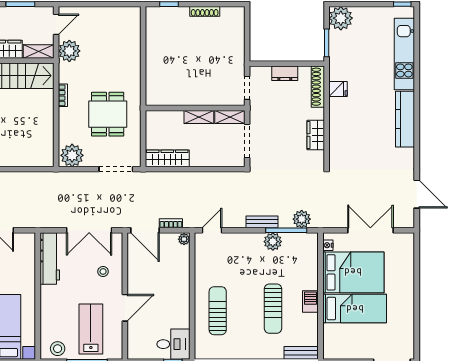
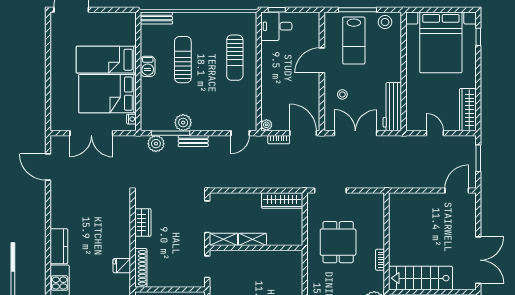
dresser: (285, 73) -> (172, 280), removed
kitchen counter: (405, 119) -> (59, 246), width x0.67
plant: (72, 155) -> (371, 203), removed

